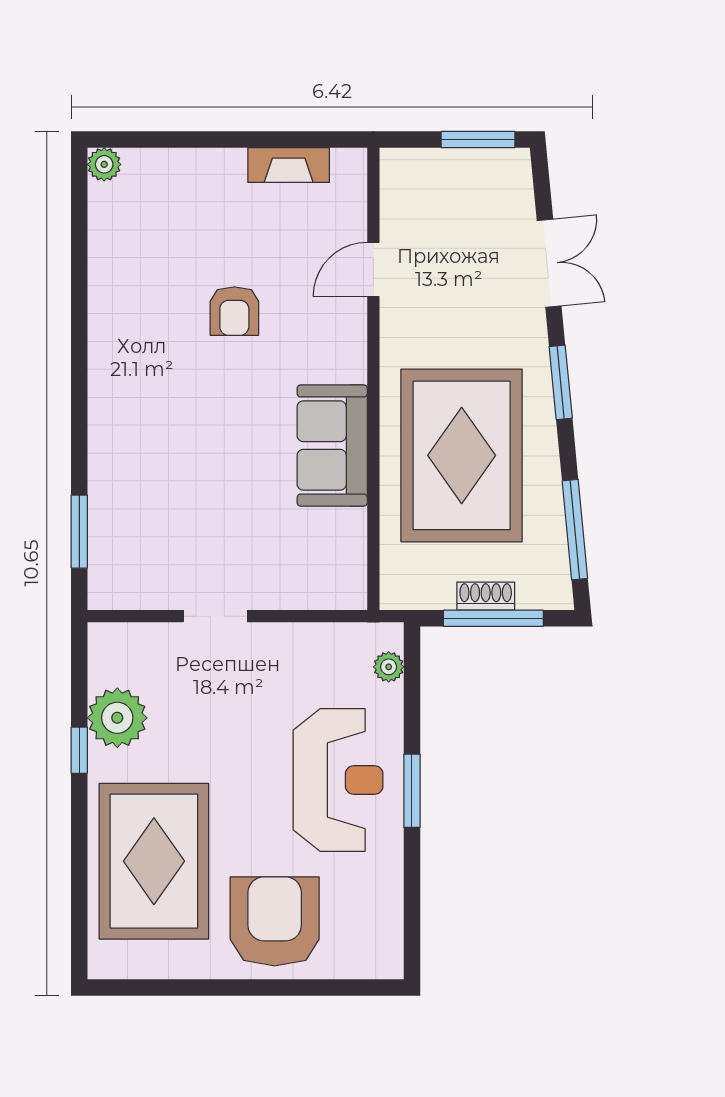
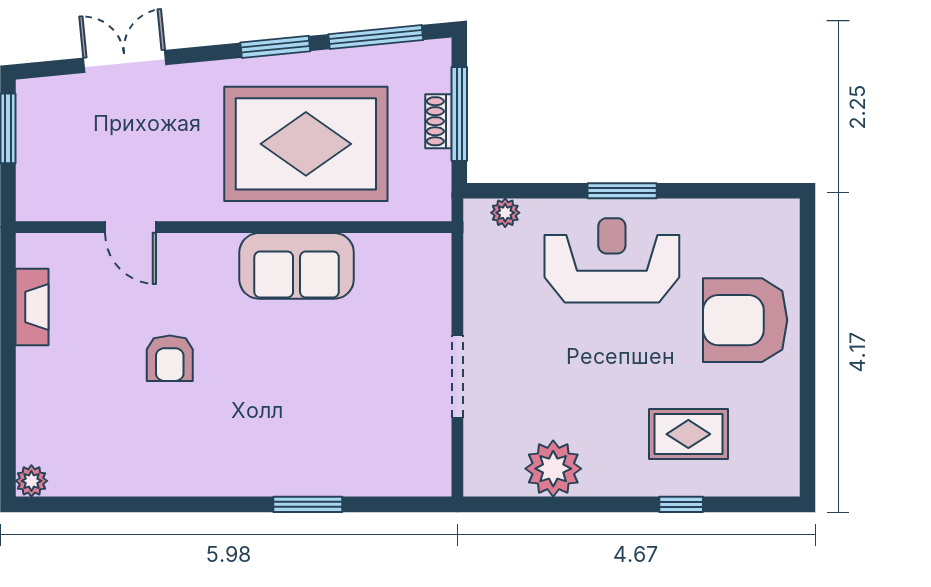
armchair: (234, 311) -> (170, 358), turned 90
window: (561, 382) -> (275, 47), moved
window: (79, 532) -> (308, 504), moved
doorway: (215, 616) -> (457, 376), width x1.38
window: (79, 750) -> (681, 504), moved
rug: (154, 861) -> (688, 434), width x0.54, depth x0.49

